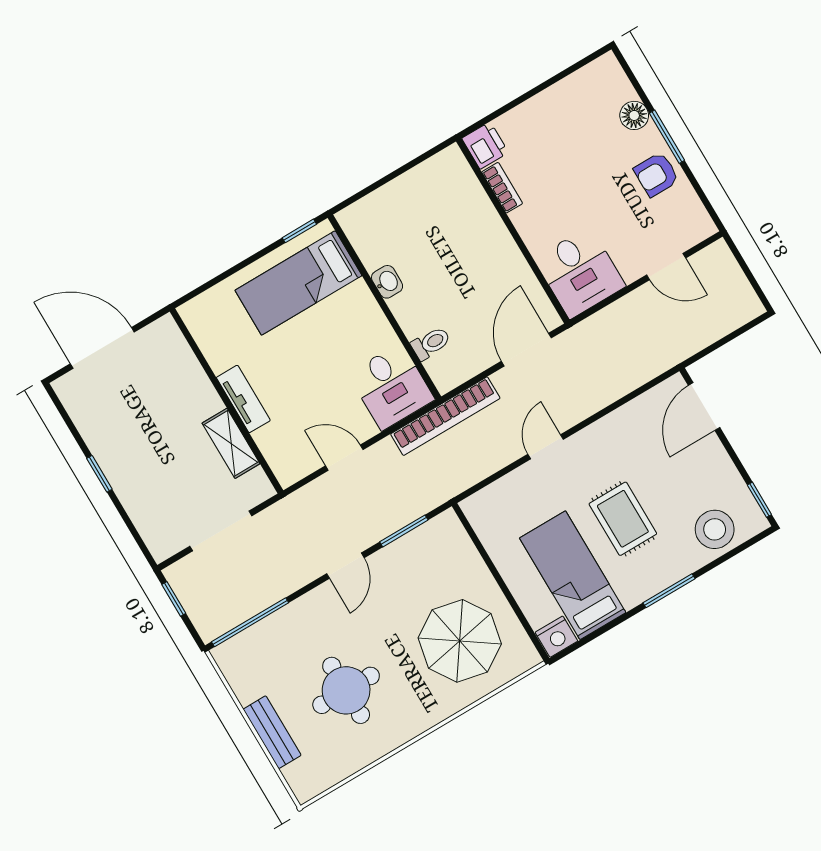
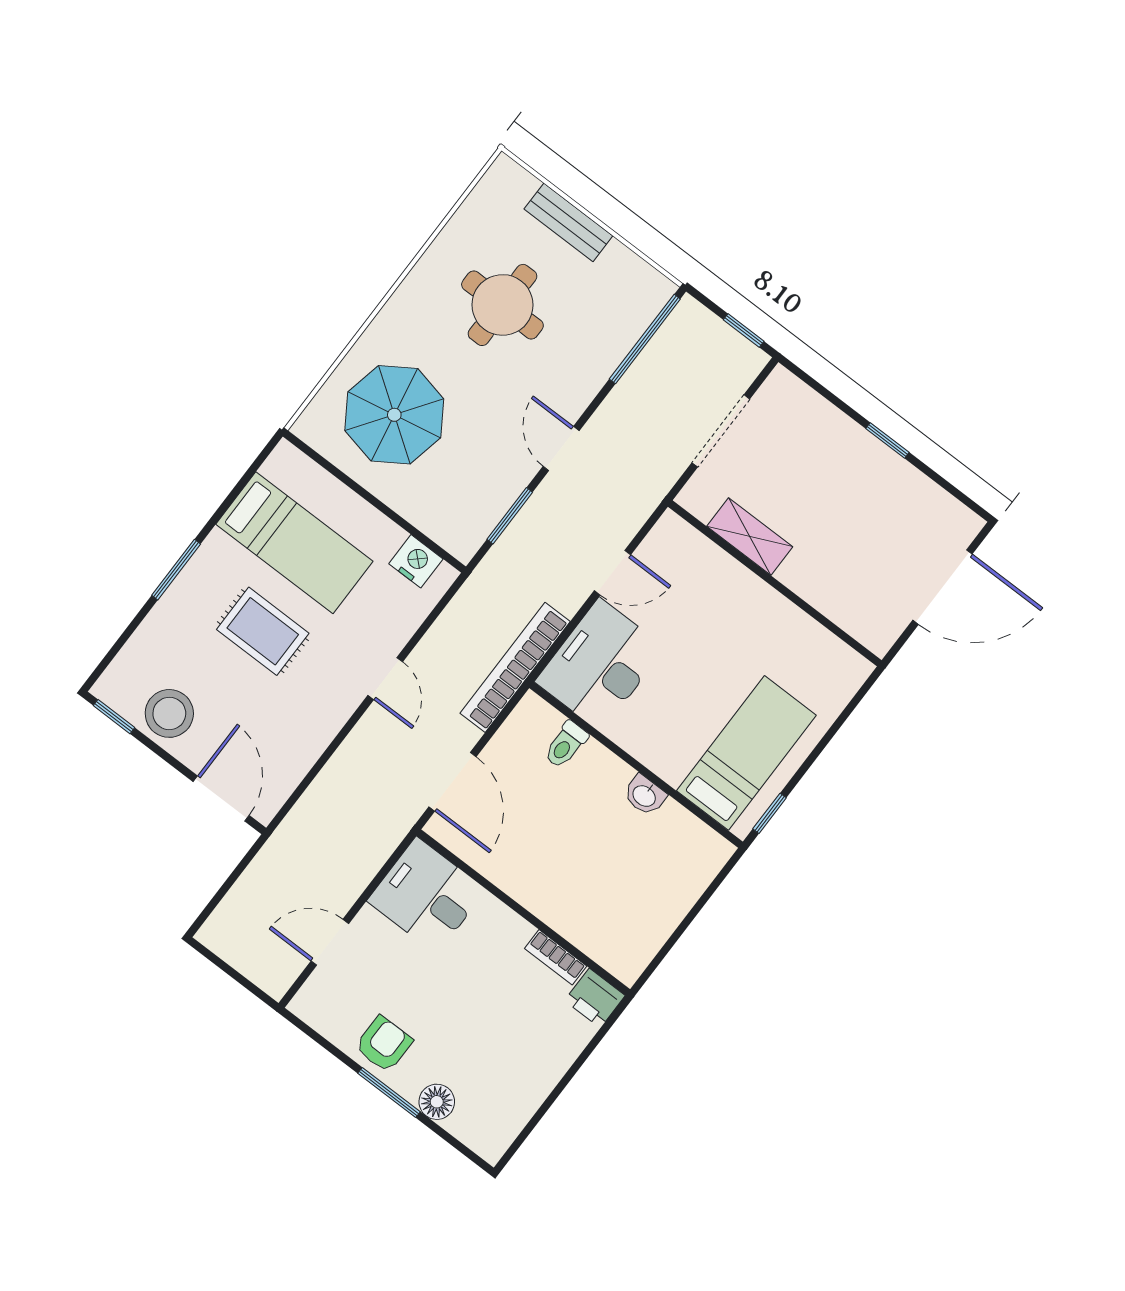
desk: (391, 387) -> (600, 665), width x1.37
tv unit: (243, 399) -> (756, 593), removed
stool: (715, 529) -> (169, 713), moved
nightstand: (556, 637) -> (416, 561), moved, turned 90

